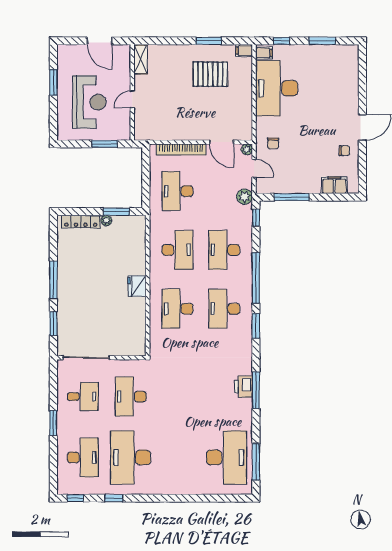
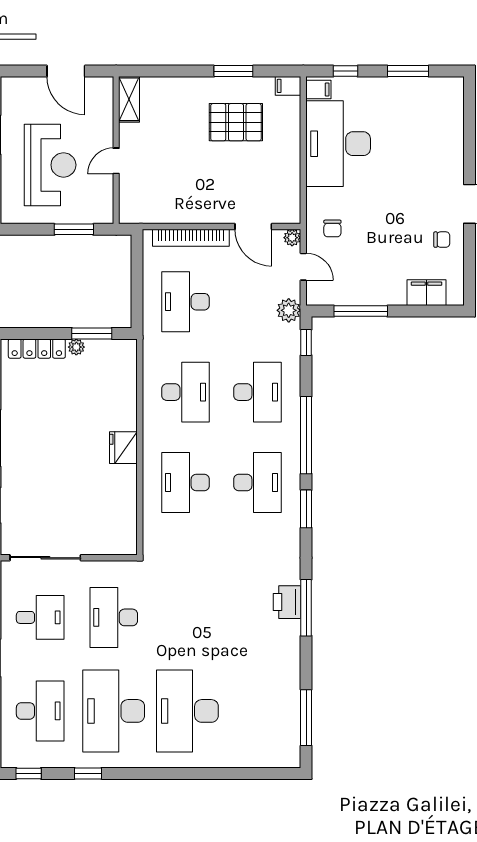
desk: (224, 250) -> (257, 392), turned 180
desk: (224, 309) -> (257, 483), turned 180
desk: (227, 457) -> (187, 711), moved, turned 180

